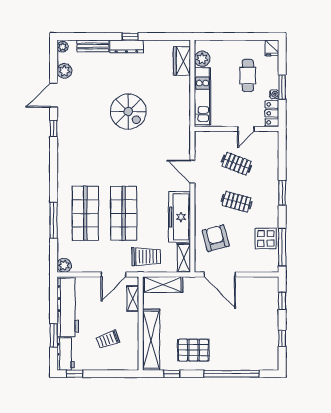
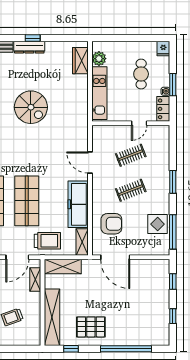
clothes rail: (237, 164) -> (131, 155), turned -42
clothes rail: (237, 202) -> (131, 190), turned -36
armchair: (216, 238) -> (111, 224), turned 105

